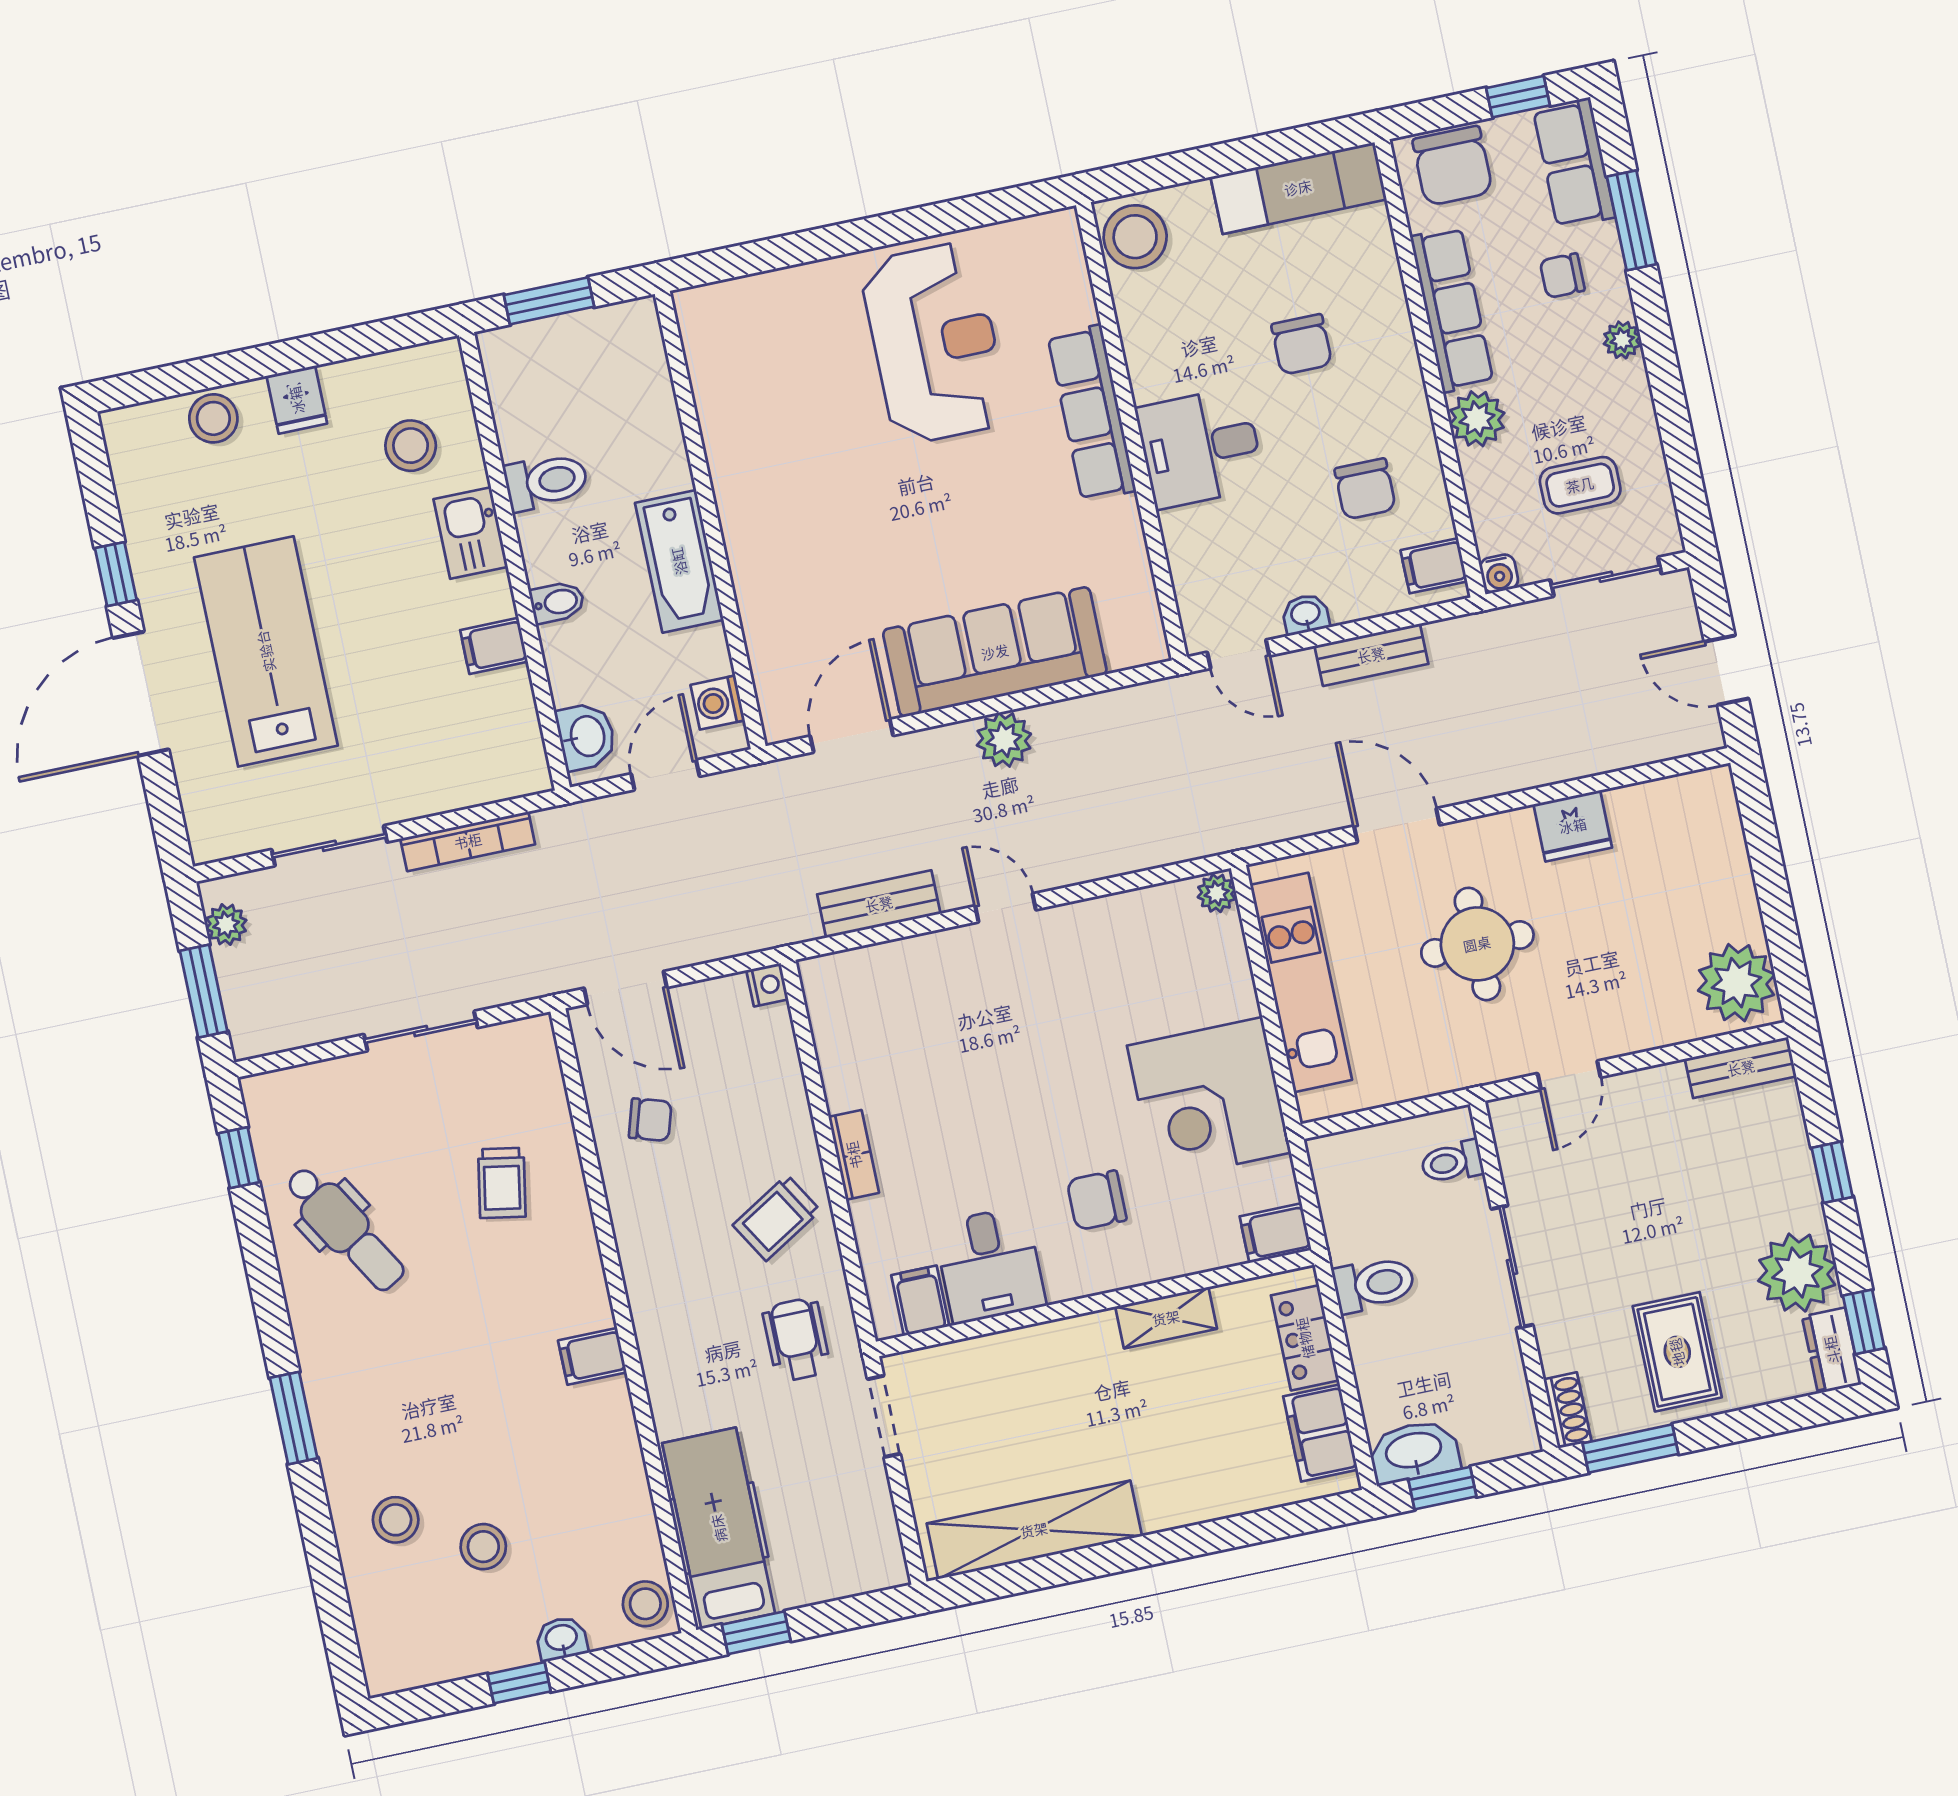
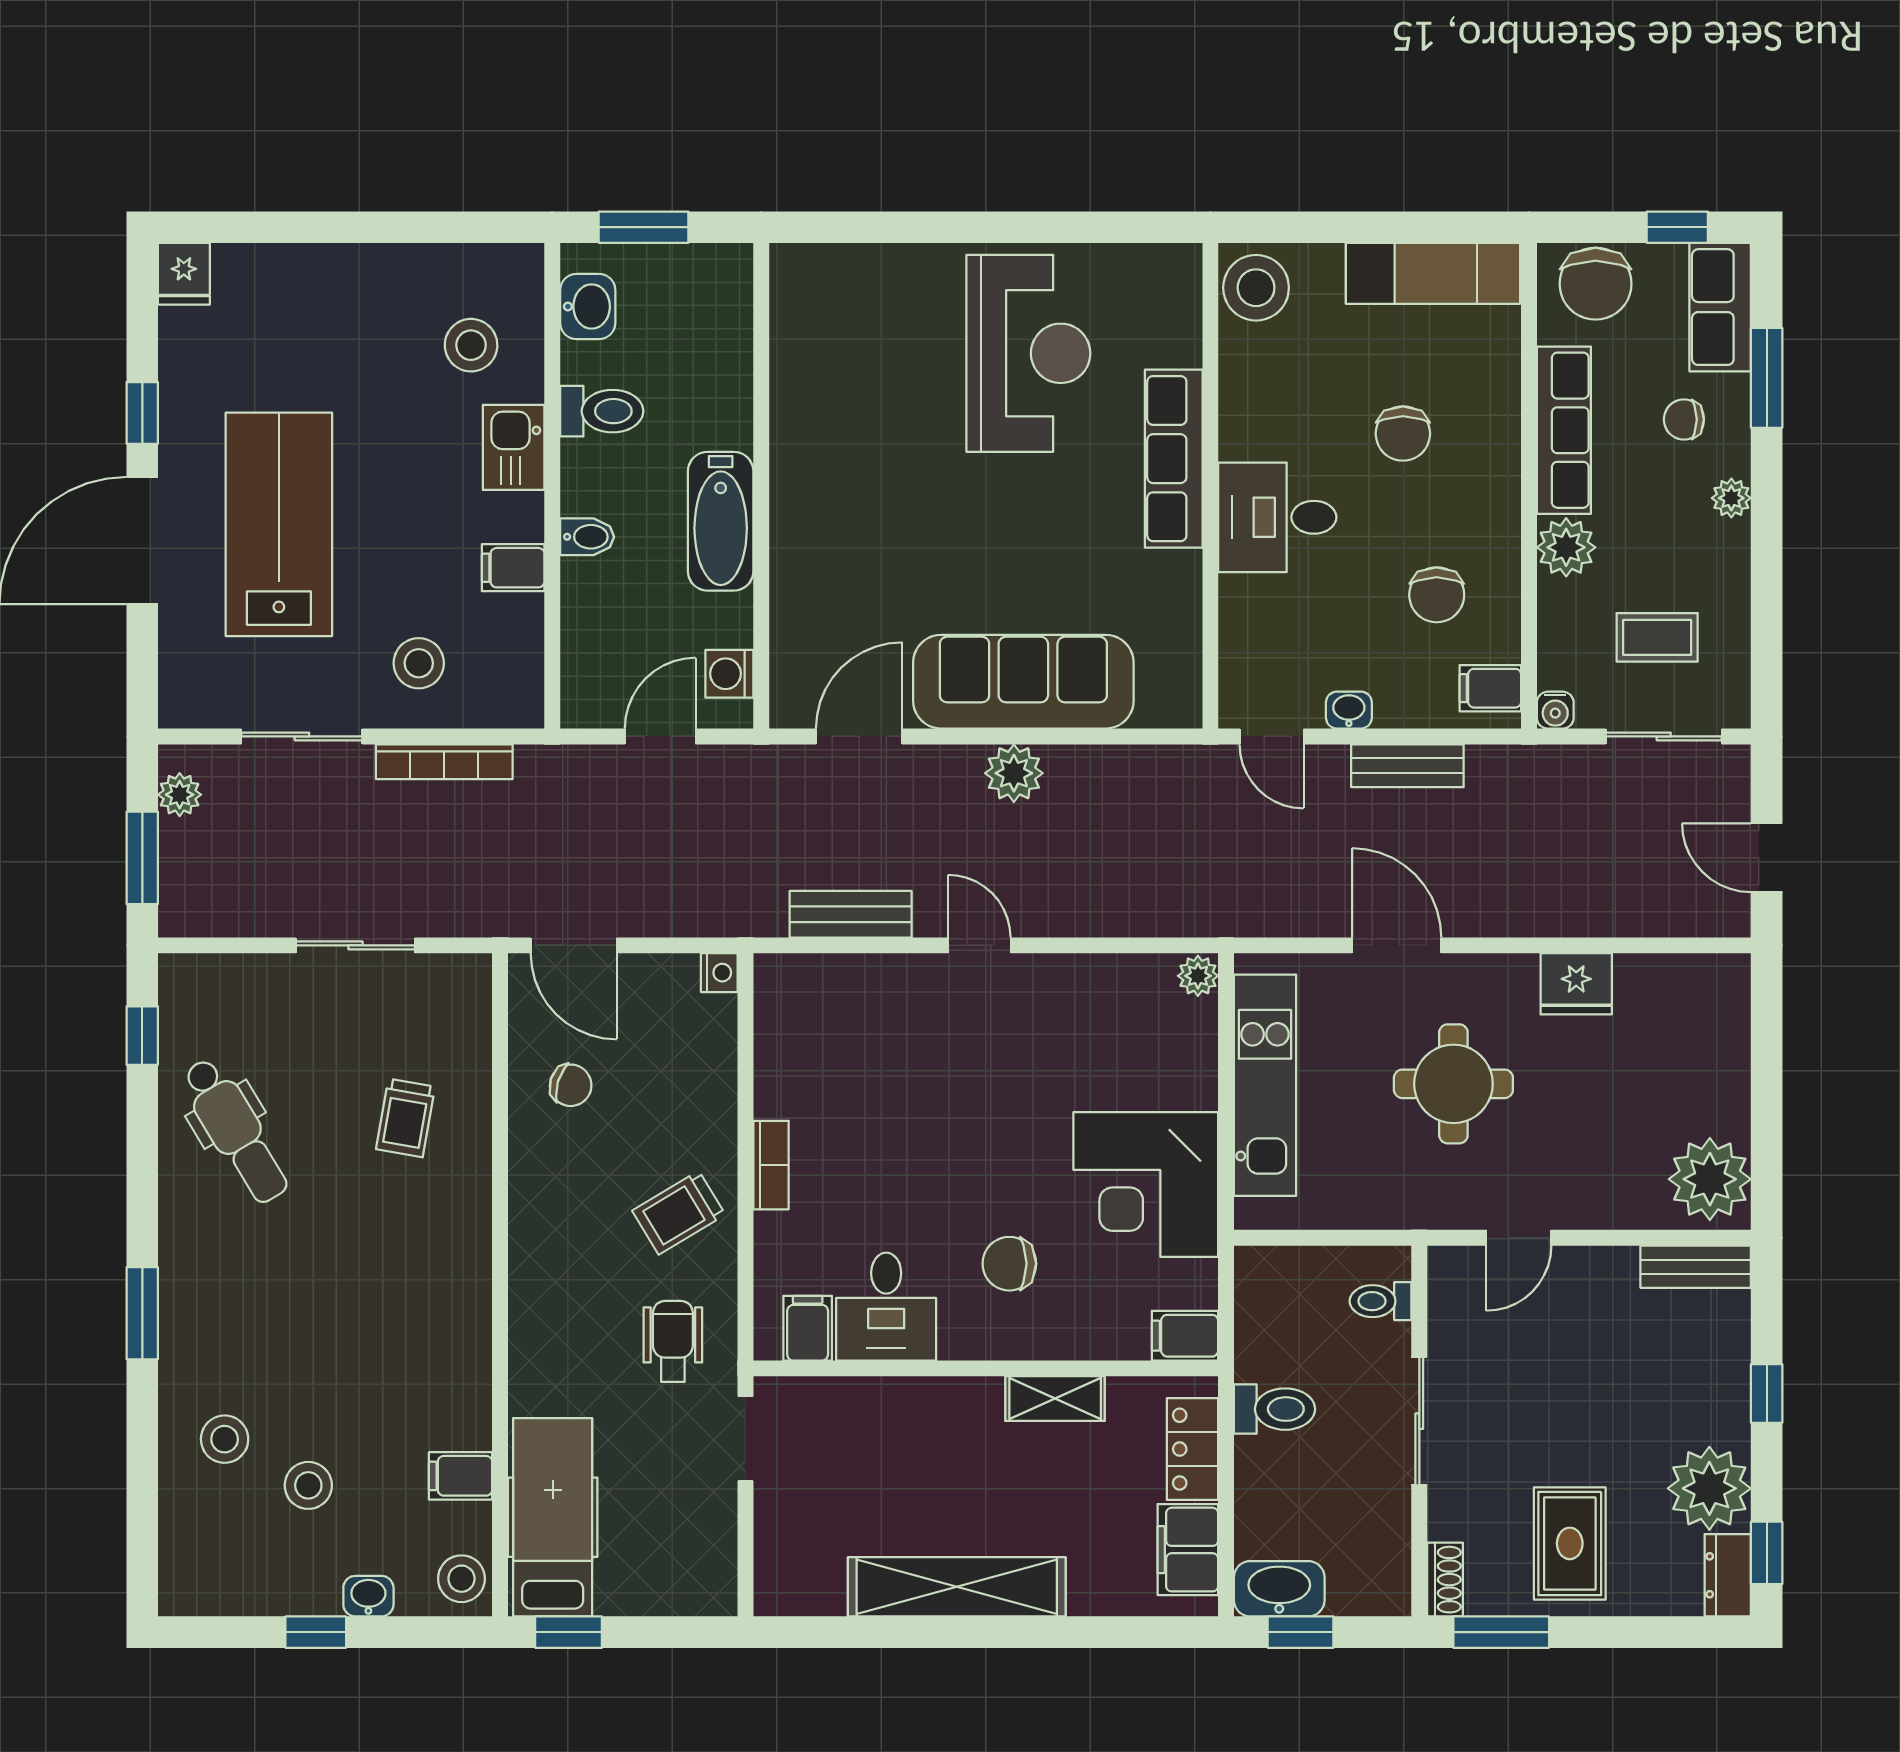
fridge: (297, 400) -> (184, 274), moved
stool: (213, 418) -> (419, 663), moved
washbasin: (586, 736) -> (588, 306), moved
filing cabinet: (592, 1356) -> (461, 1476), moved
shelving: (1034, 1530) -> (957, 1587), moved

